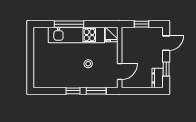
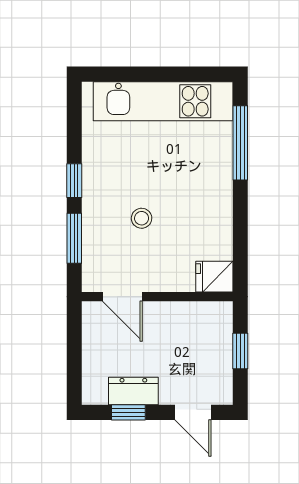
window: (69, 24) -> (240, 143), moved
kitchen unit: (76, 35) -> (163, 101), moved, turned -90
dresser: (158, 78) -> (133, 391), moved

